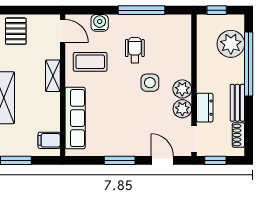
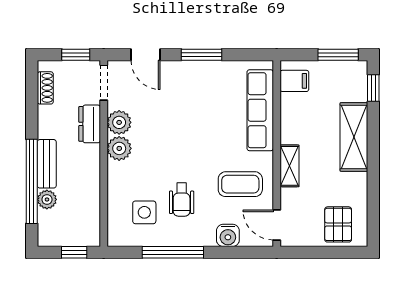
plant: (231, 44) -> (47, 199), width x0.53, depth x0.53
side table: (150, 83) -> (144, 212), moved
bench: (237, 103) -> (47, 164), moved

